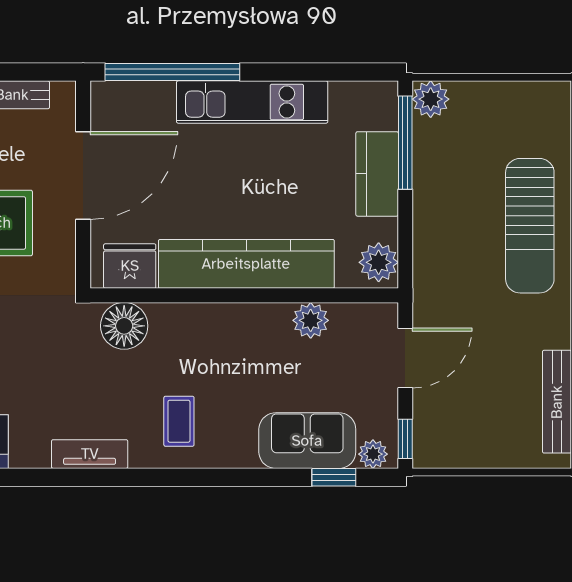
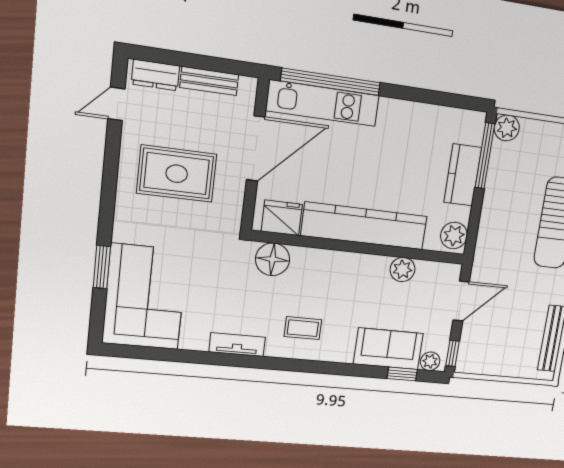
kitchen unit: (252, 102) -> (323, 103), moved
coffee table: (179, 421) -> (303, 328), turned 90

